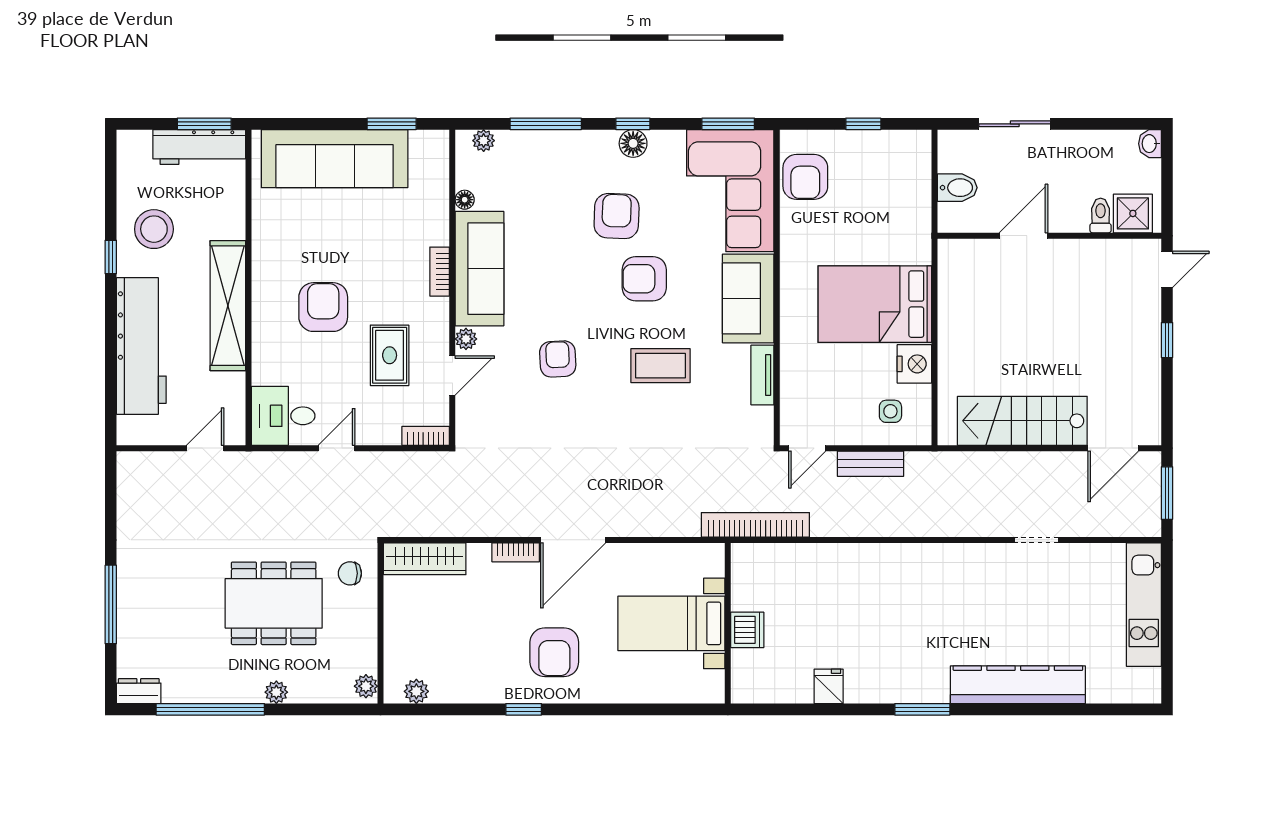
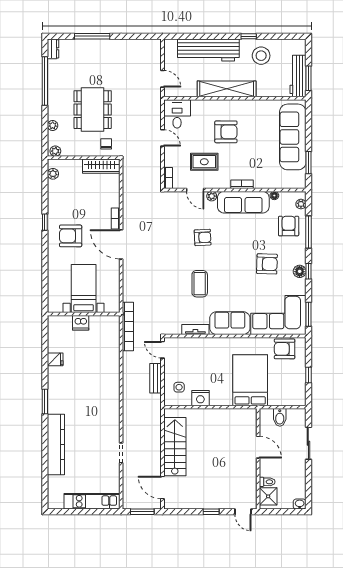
armchair: (644, 279) -> (289, 226), moved
bed: (875, 304) -> (250, 380), moved
wardrobe: (425, 559) -> (101, 166), moved, turned -90
plant: (276, 692) -> (53, 125), moved

